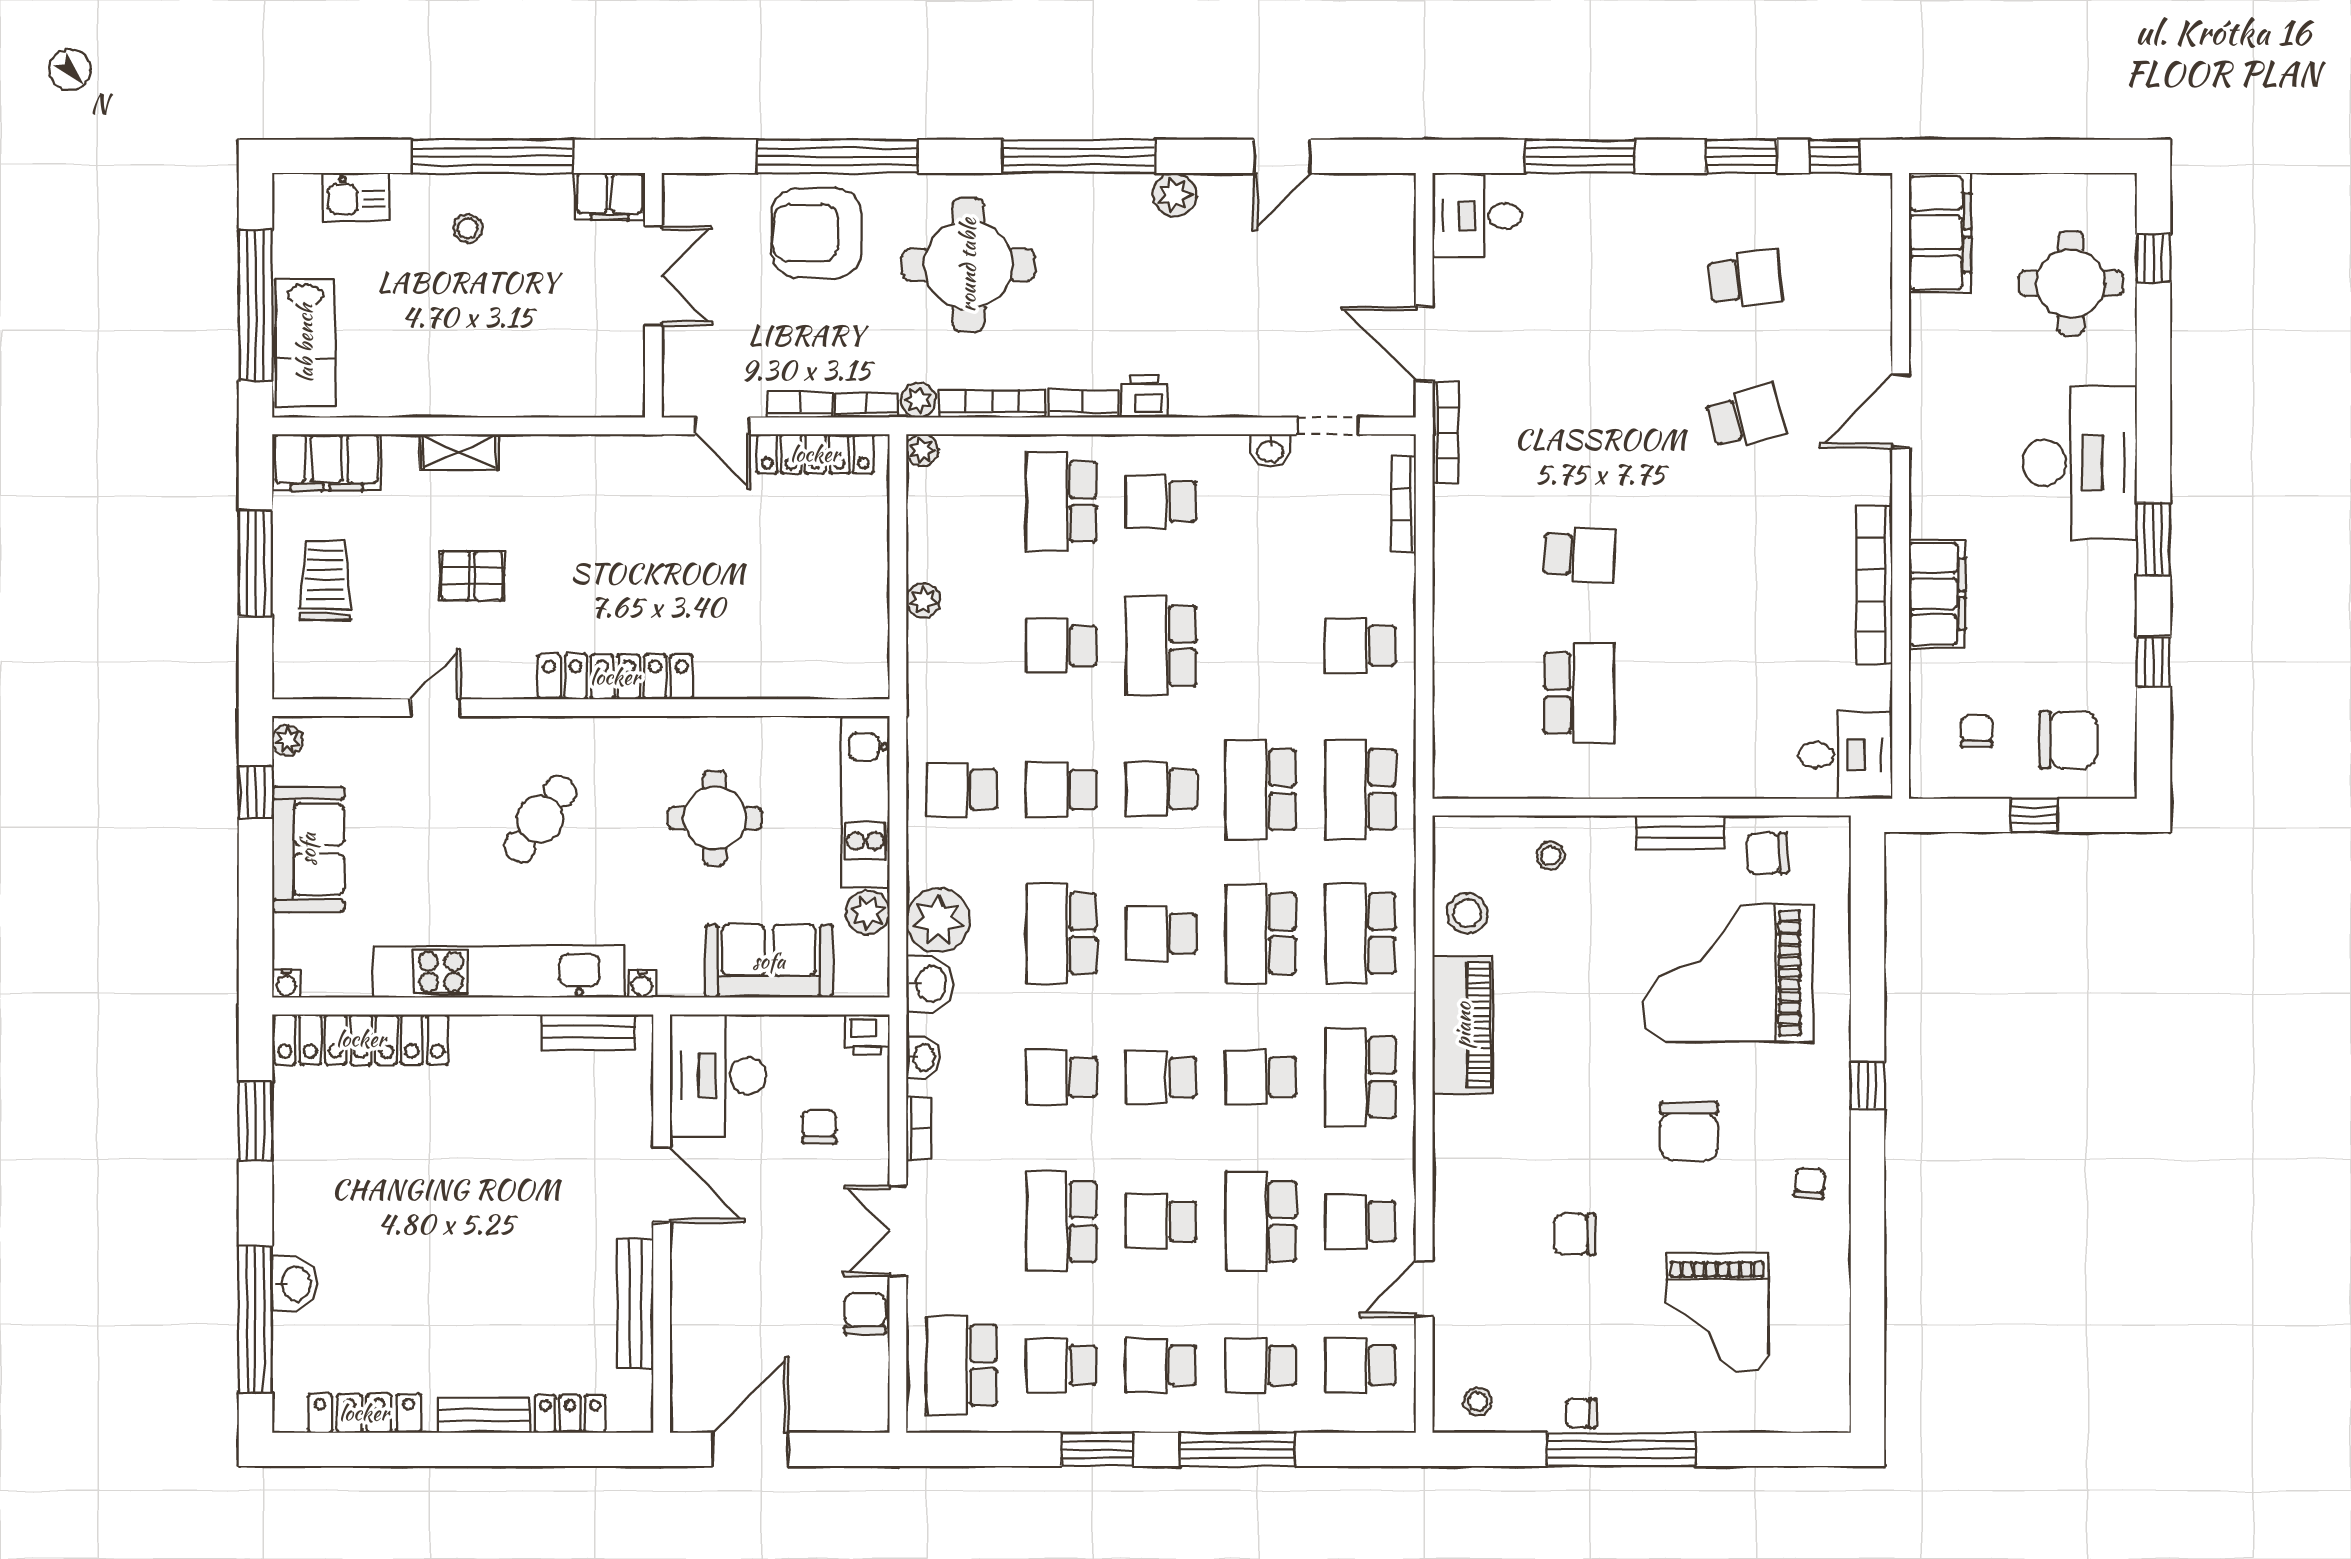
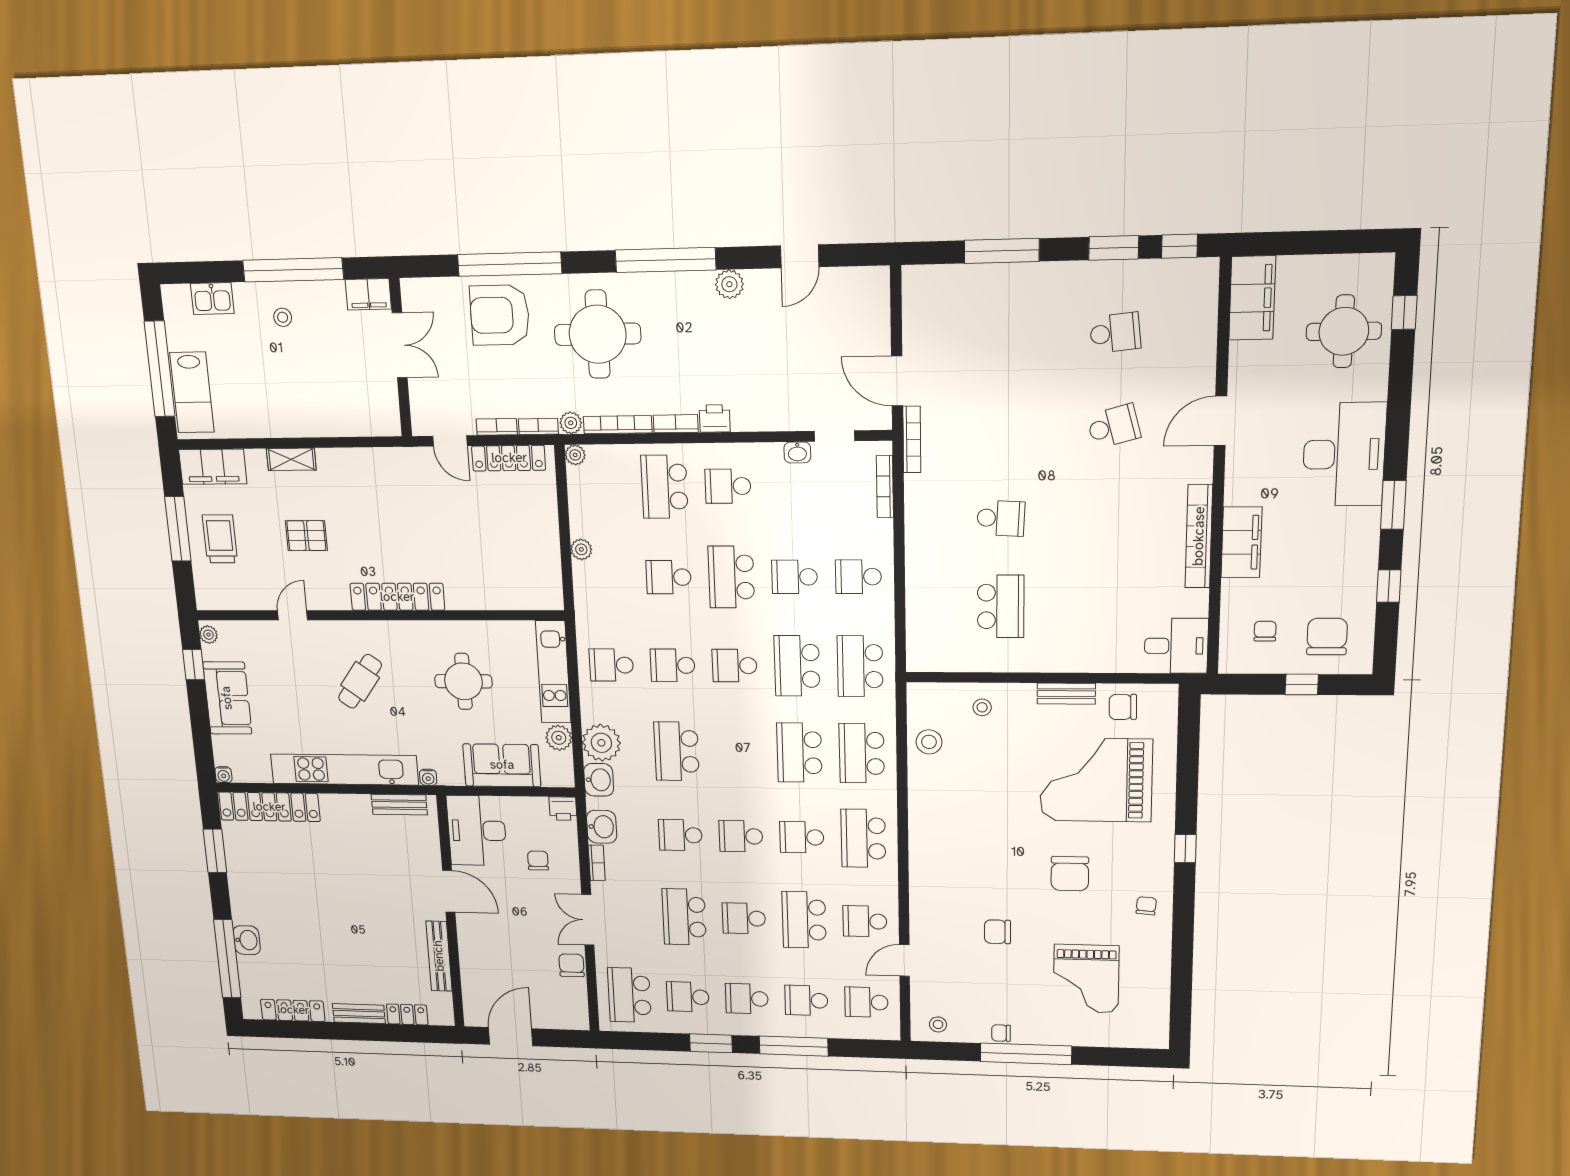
desk: (1477, 216) -> (932, 294), removed
chair: (2068, 740) -> (1327, 637), turned -90
school desk: (1161, 933) -> (795, 577), moved
piano: (1463, 1025) -> (927, 809), removed
washbasin: (923, 1057) -> (602, 827), width x1.38, depth x1.45

